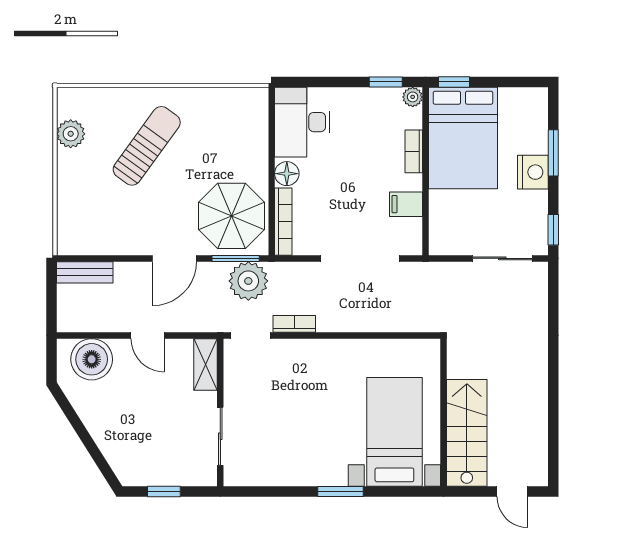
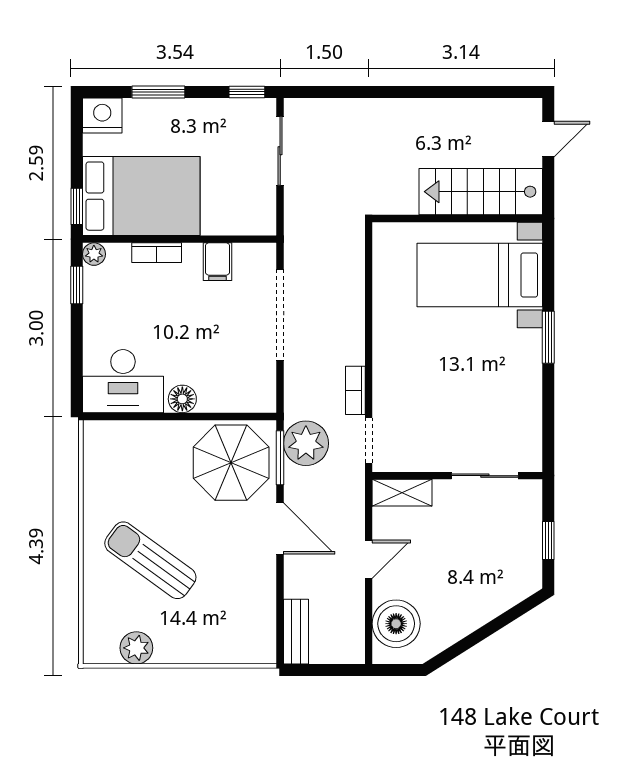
nightstand: (533, 172) -> (102, 116), moved
bookcase: (283, 222) -> (238, 403), removed

